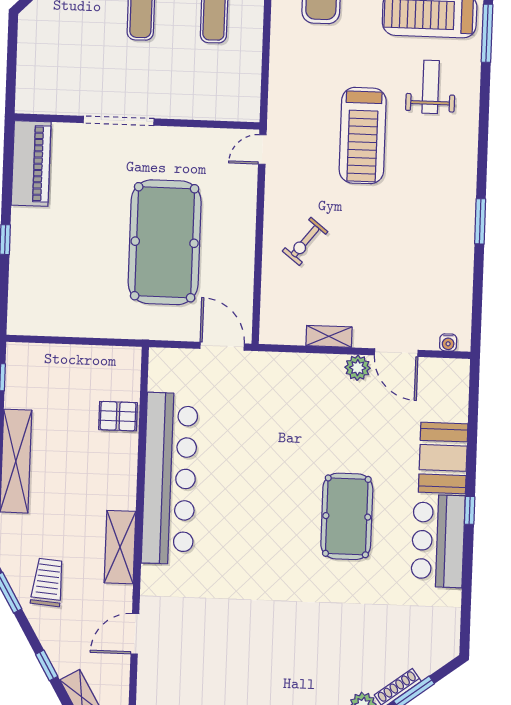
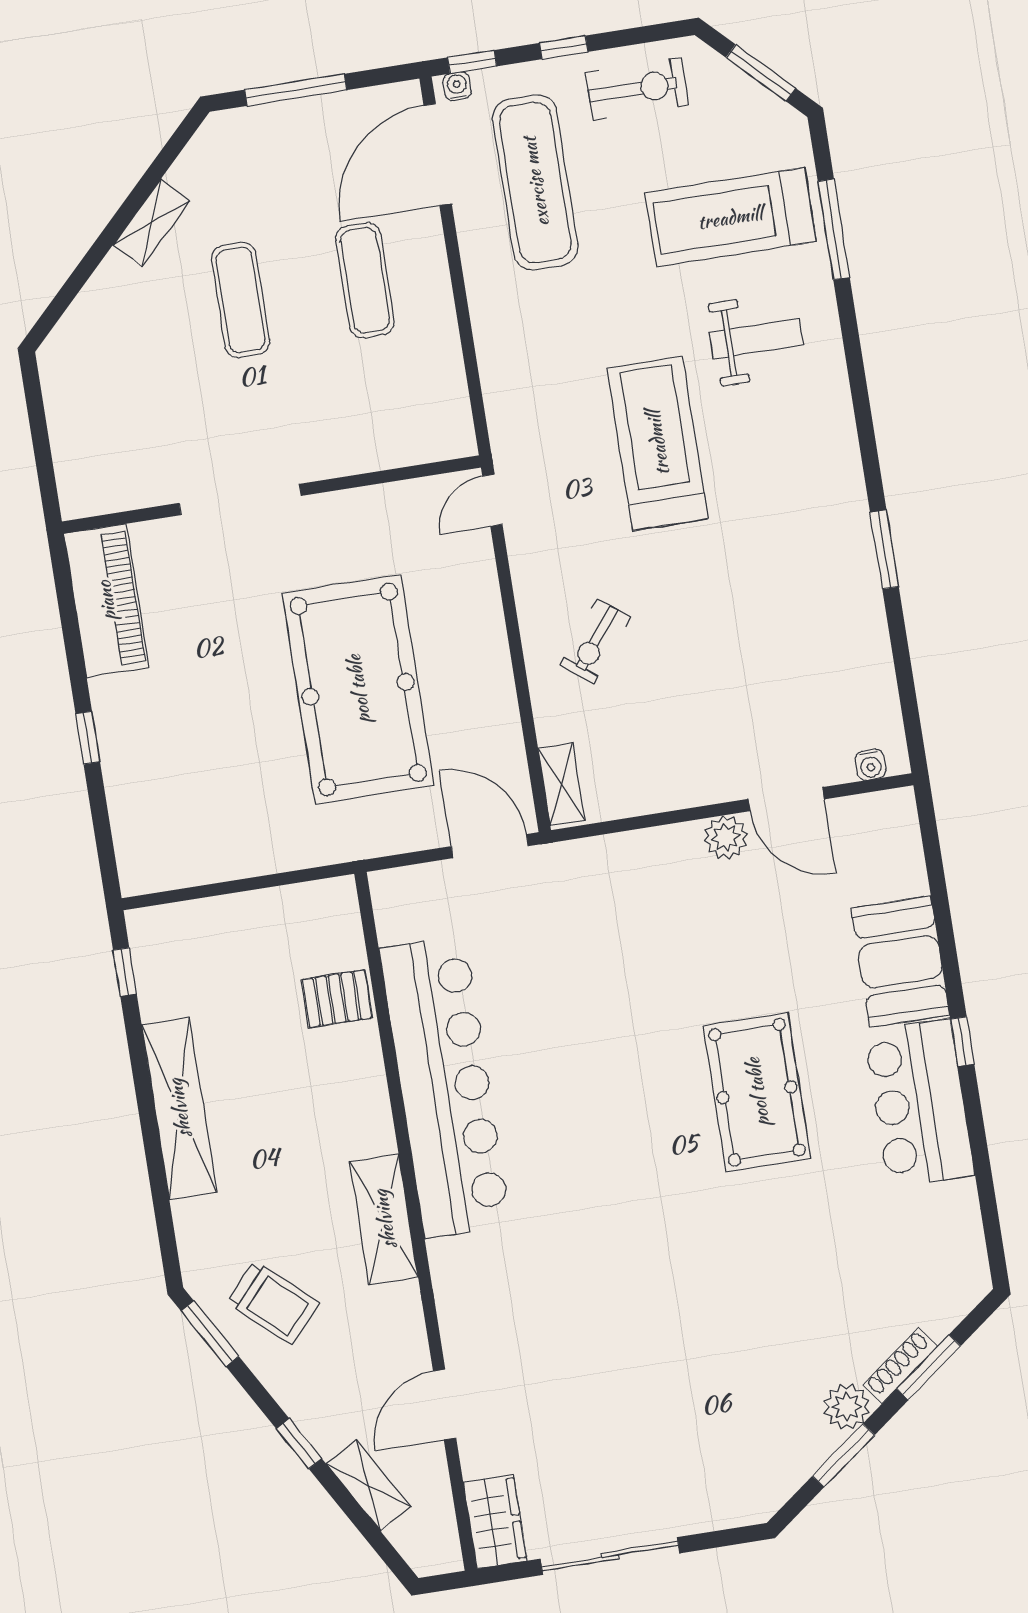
weight bench: (431, 87) -> (756, 339), turned 90
treadmill: (363, 136) -> (657, 443), turned 180
shelving: (329, 336) -> (561, 784), moved, turned 90
trolley: (48, 582) -> (273, 1303), turned 127
door: (135, 634) -> (445, 1405), moved

